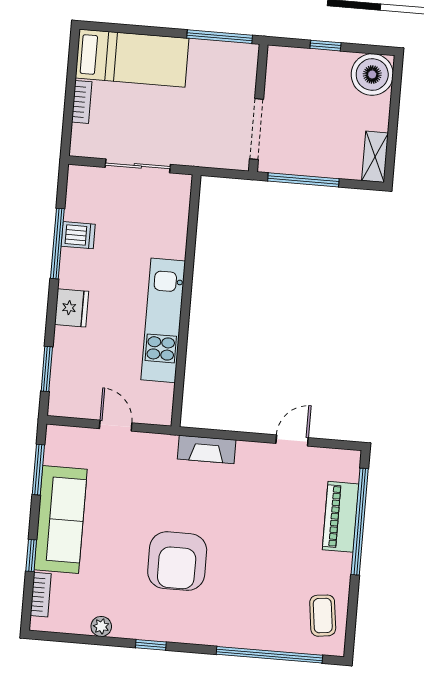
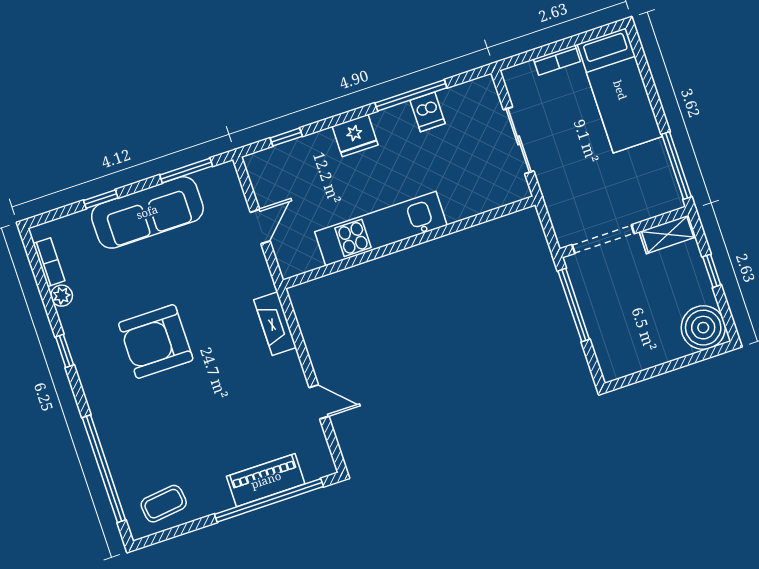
shelving: (375, 157) -> (668, 234), moved
window: (47, 369) -> (286, 137), width x0.67
bookcase: (41, 595) -> (49, 262), moved, turned -90

